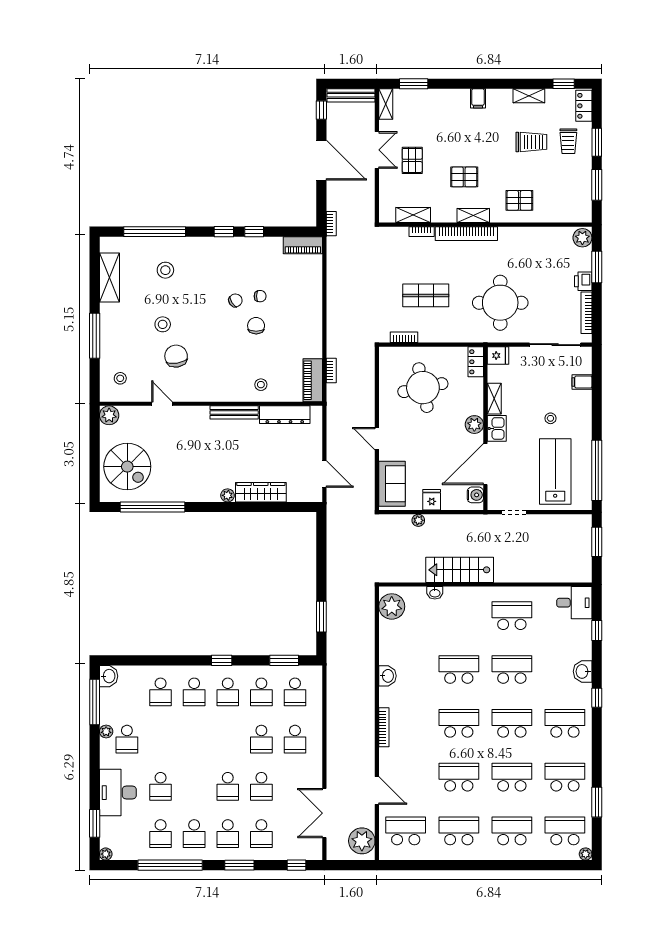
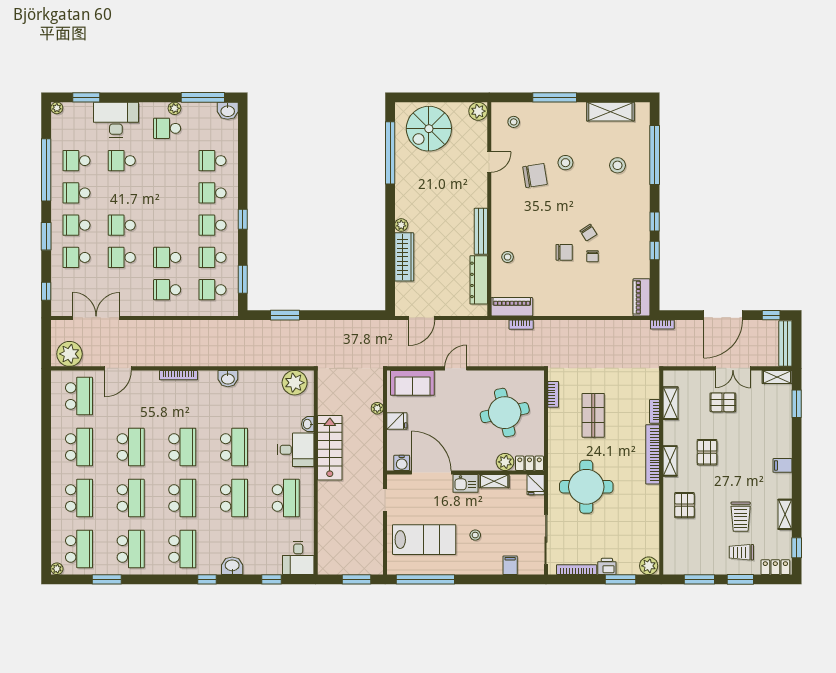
plant: (474, 425) -> (505, 462), moved
desk: (462, 605) -> (296, 450), added

